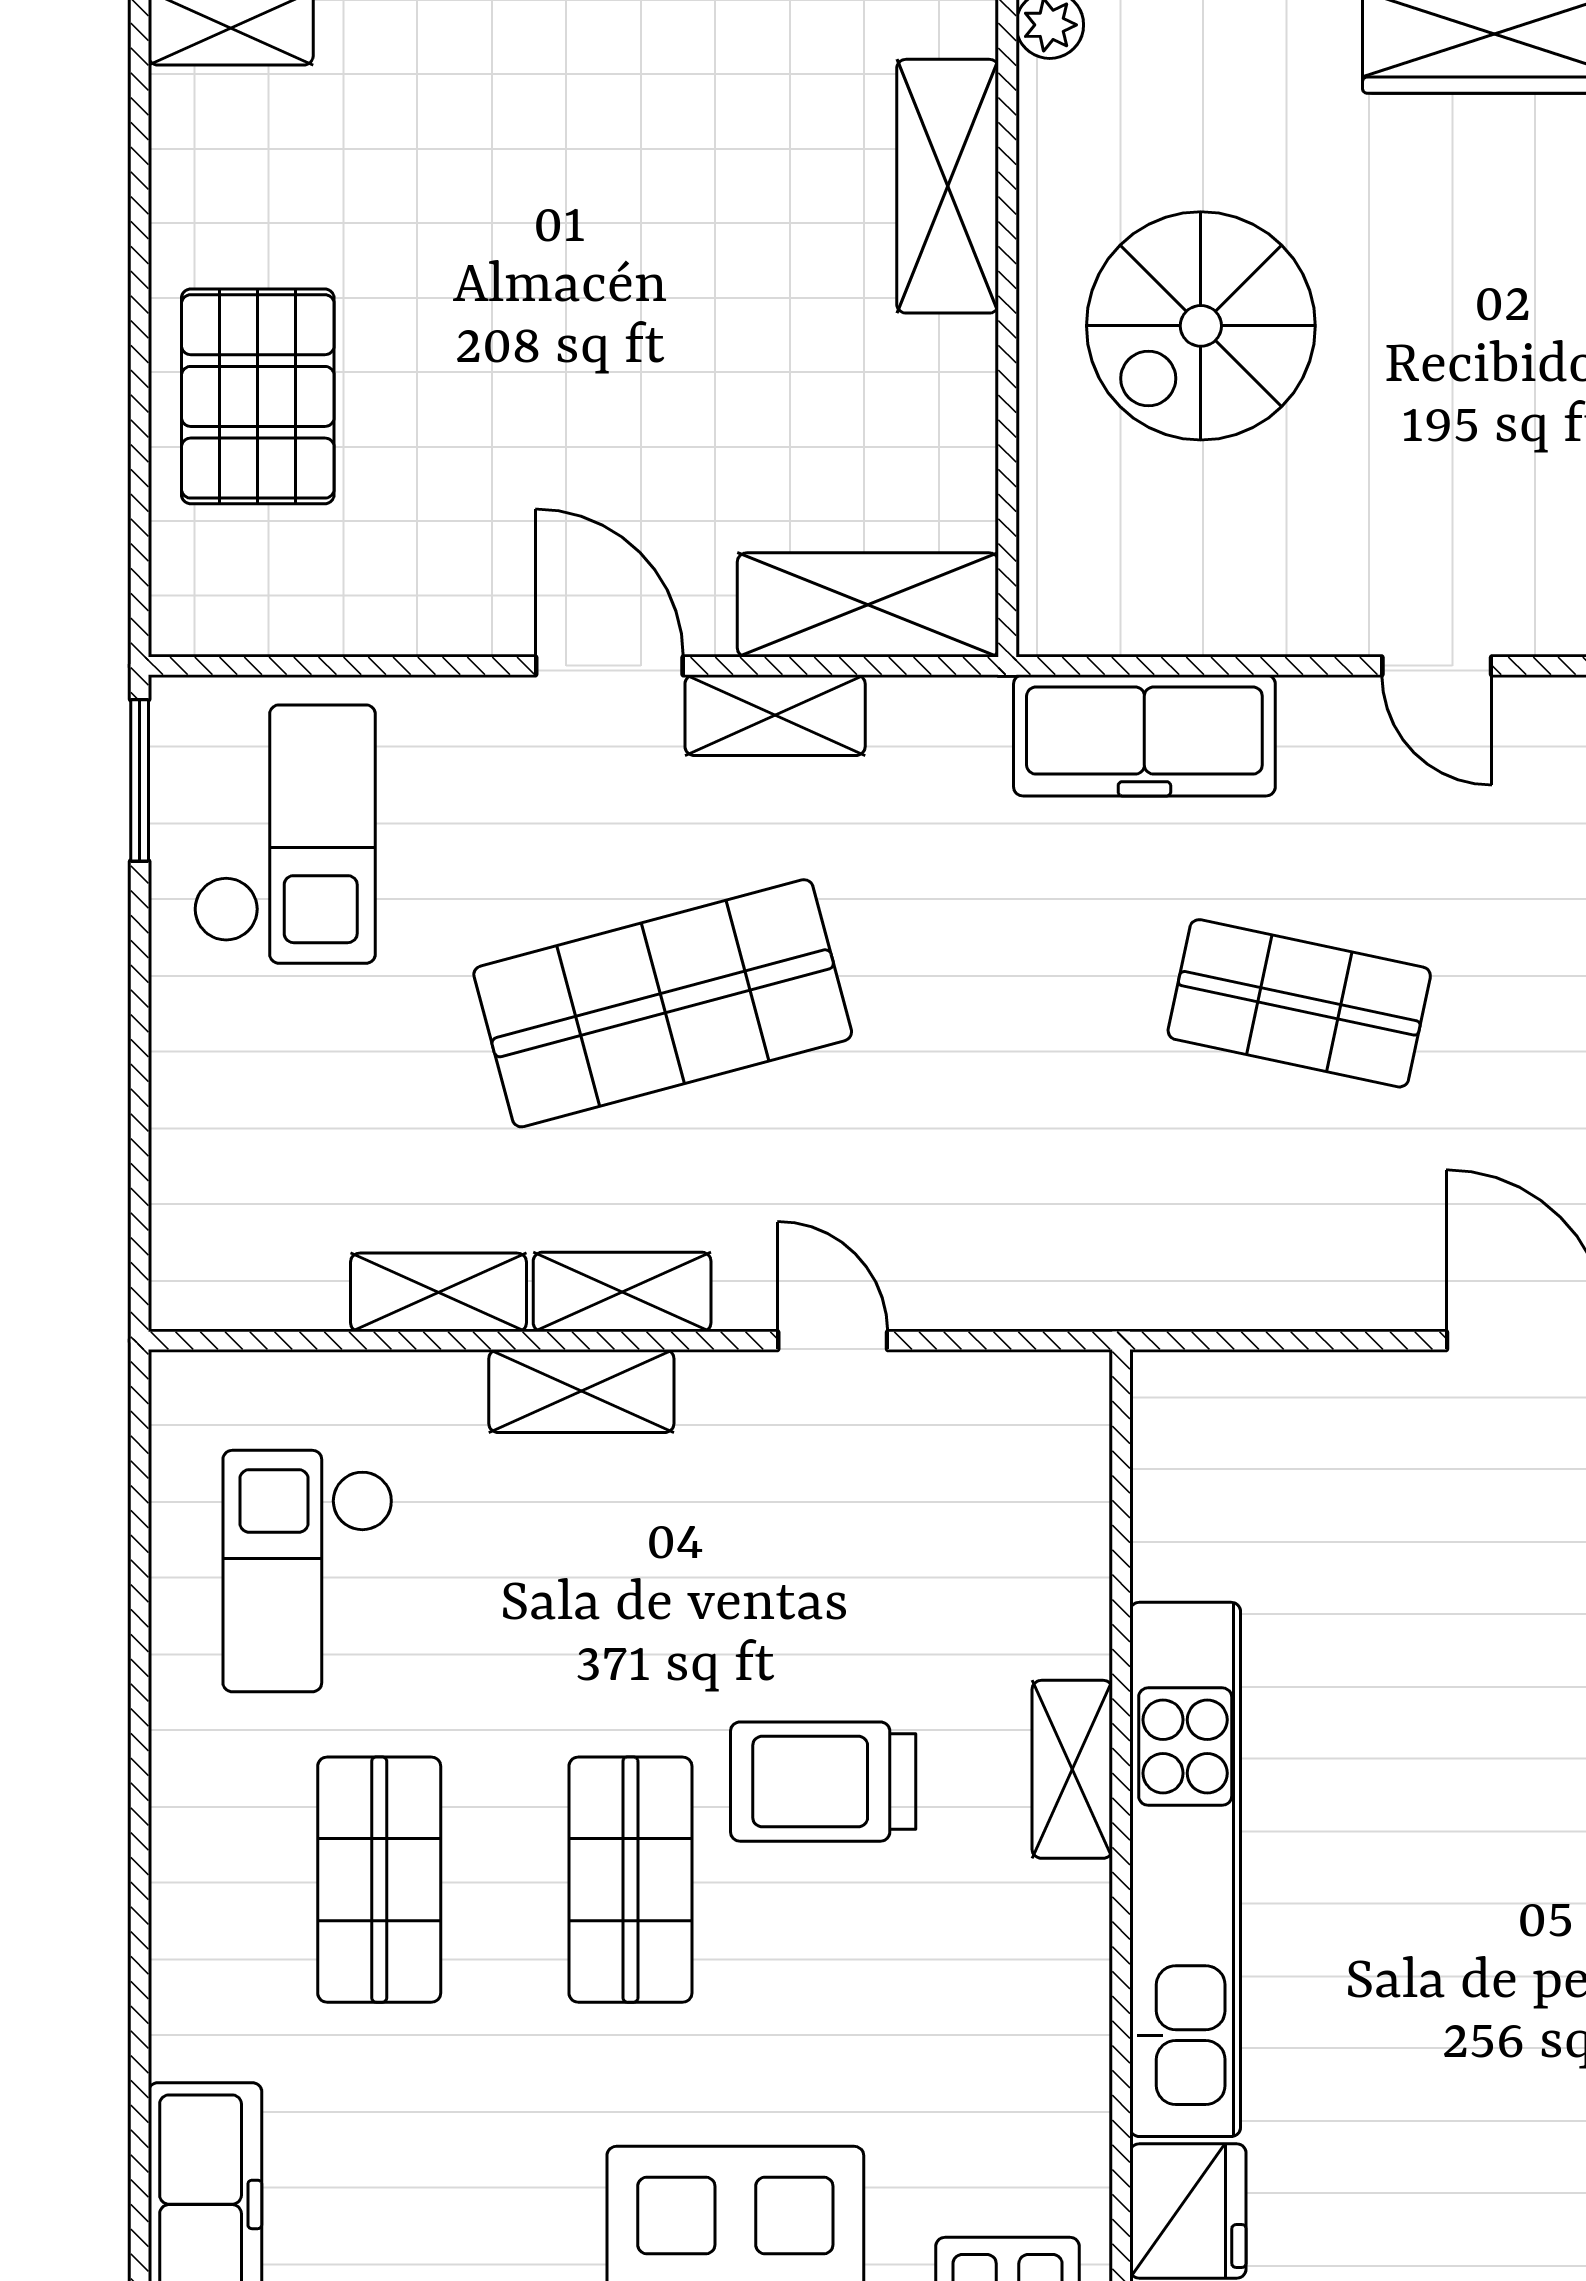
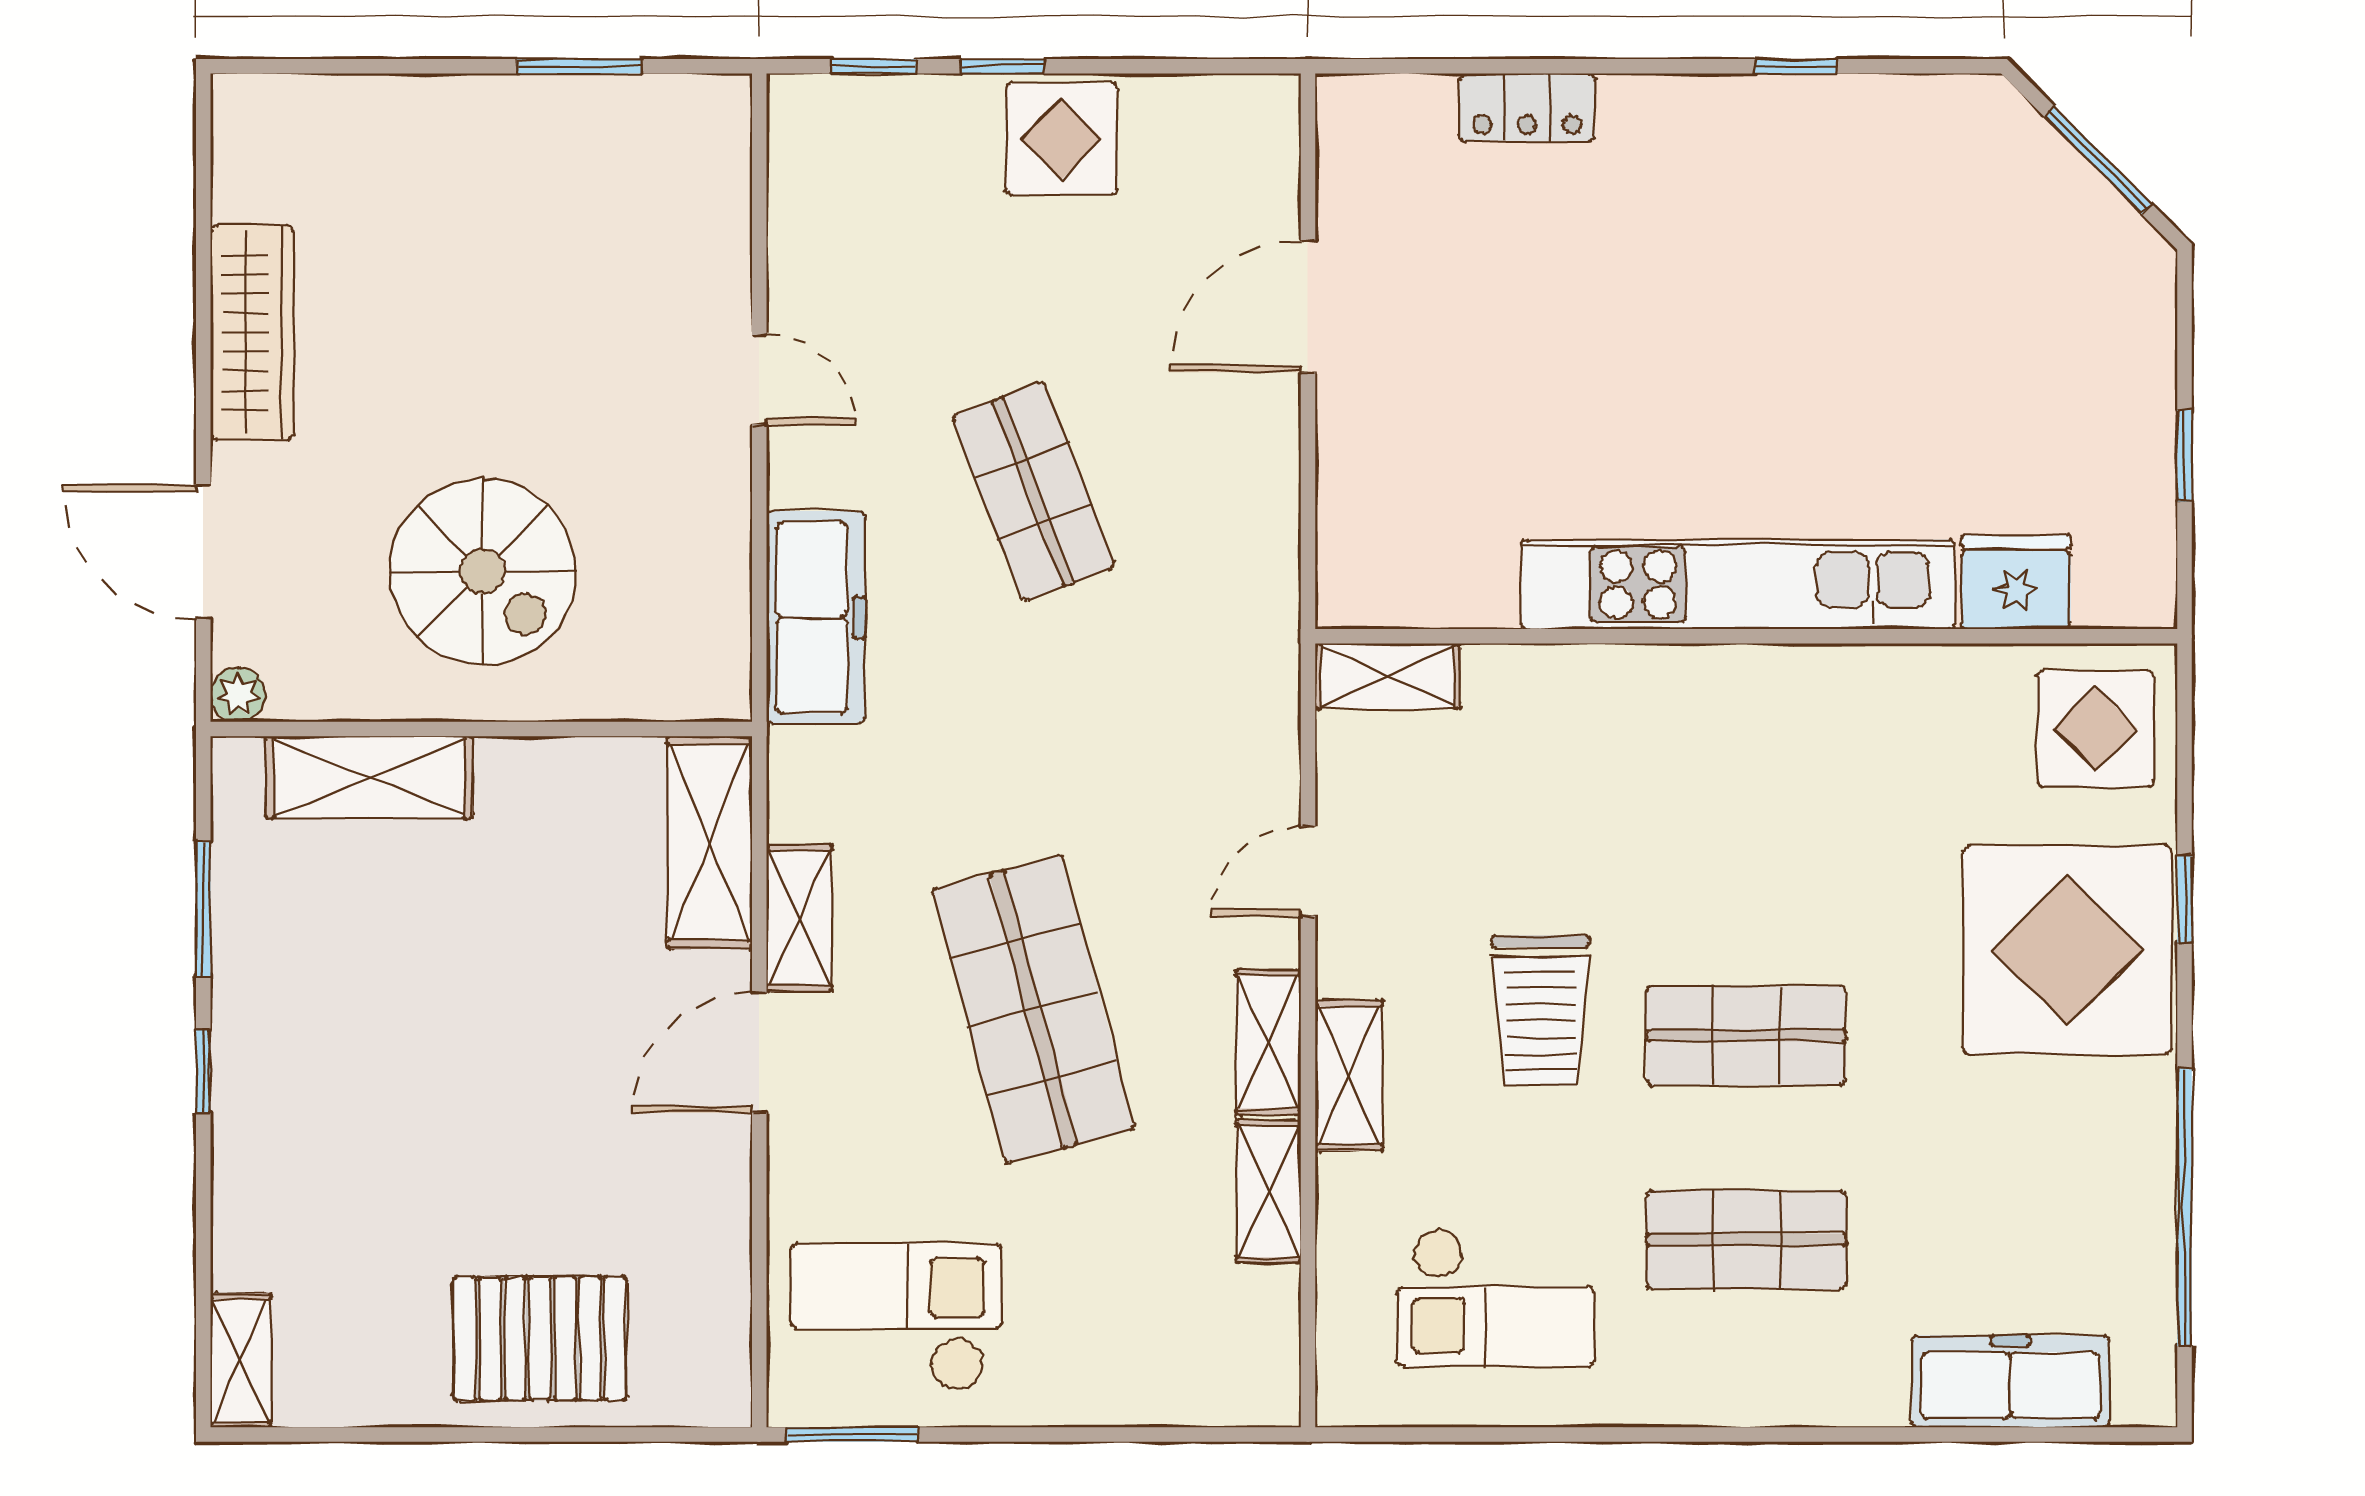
door: (1437, 666) -> (759, 380), hinge flipped
shop shelf: (1299, 1003) -> (1034, 492), turned -33
shelving: (1072, 1769) -> (1388, 676), moved
trolley: (823, 1782) -> (1540, 1011), moved

